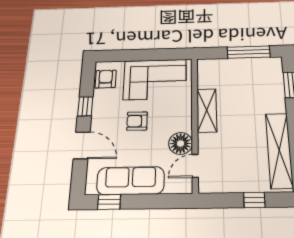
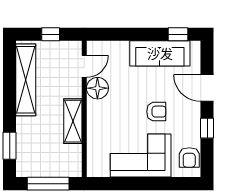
shelving: (207, 110) -> (73, 121), moved
wall: (195, 122) -> (84, 109), moved
floor lamp: (181, 143) -> (97, 88), moved
door: (195, 166) -> (84, 66), moved

